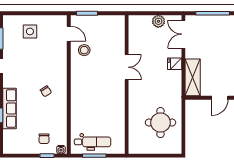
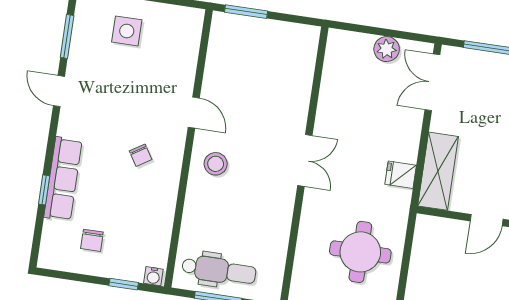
door: (69, 34) -> (194, 113), moved
stool: (84, 50) -> (216, 164), moved
fridge: (175, 64) -> (401, 175), moved
double door: (127, 67) -> (305, 160), moved
chair: (44, 139) -> (92, 240), moved

